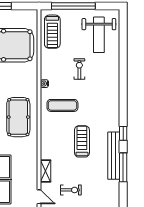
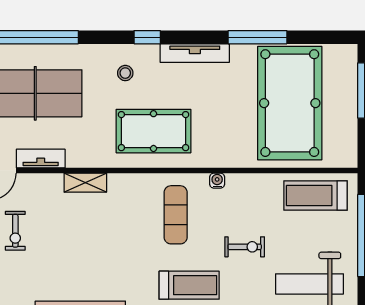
treadmill: (82, 141) -> (189, 285), moved
shelving: (46, 171) -> (85, 183), moved
tv unit: (33, 177) -> (41, 159), added

